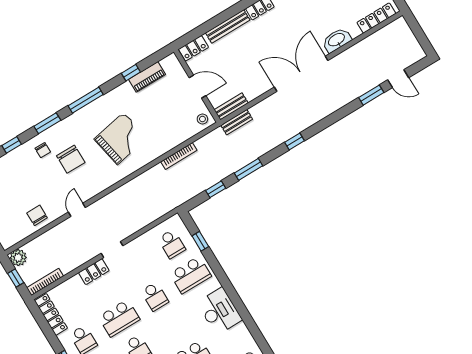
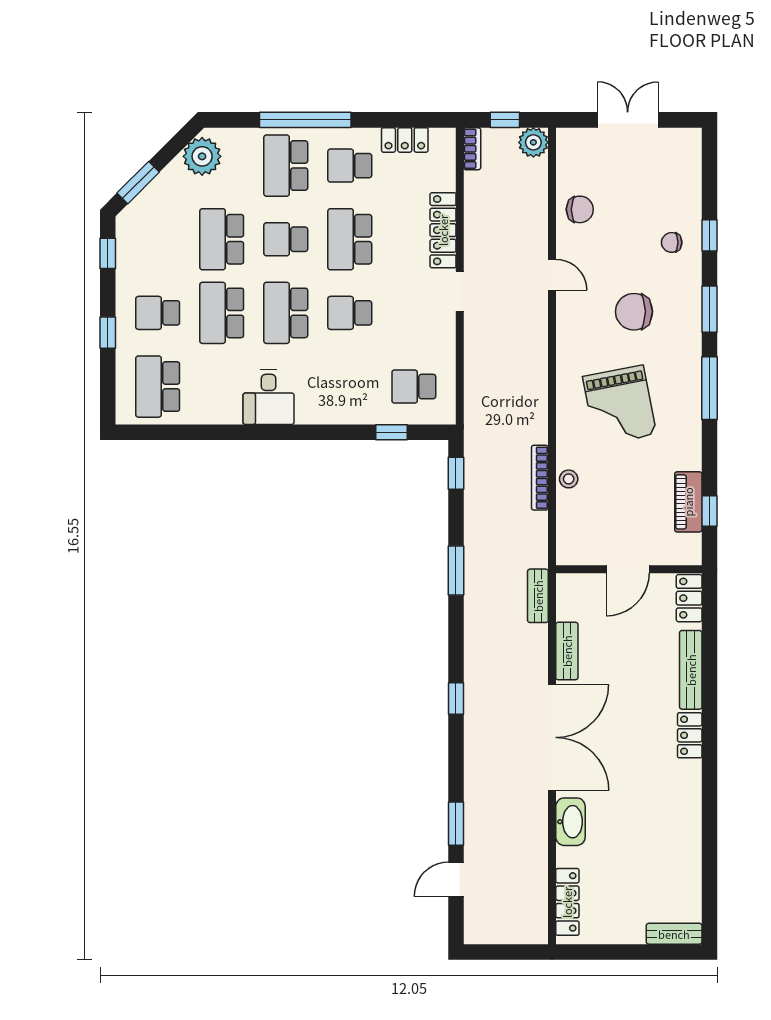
window: (131, 73) -> (709, 511), moved
bench: (231, 106) -> (567, 651), moved
stool: (202, 119) -> (569, 479), moved
window: (295, 142) -> (456, 698), moved
chair: (43, 150) -> (672, 242), moved
window: (216, 189) -> (456, 473), moved
locker: (94, 272) -> (443, 230), width x1.53
school desk: (190, 275) -> (286, 313), moved
bookcase: (45, 282) -> (472, 149), width x0.64
desk: (219, 311) -> (269, 397), width x0.73
locker: (51, 314) -> (405, 140), width x0.66

